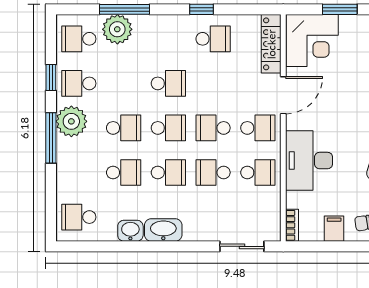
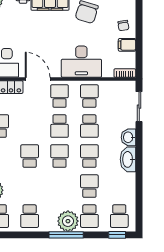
window: (51, 77) -> (117, 235), moved
plant: (71, 121) -> (68, 221), moved
school desk: (124, 128) -> (89, 216), moved, turned 180
washbasin: (130, 231) -> (128, 137), moved

